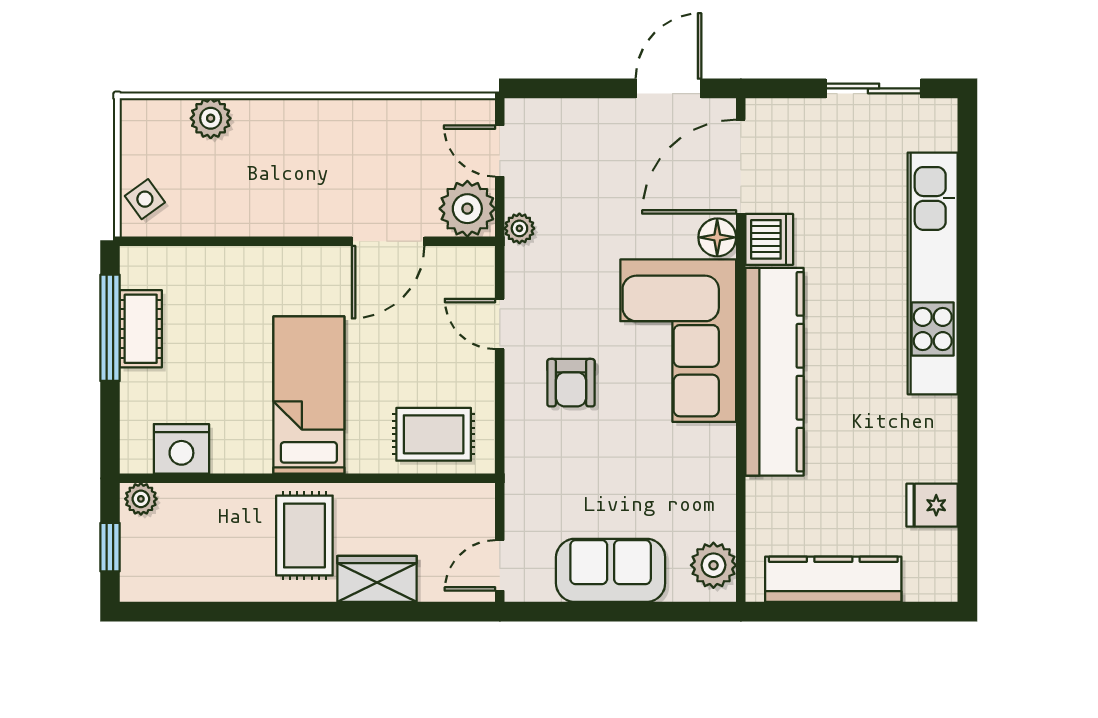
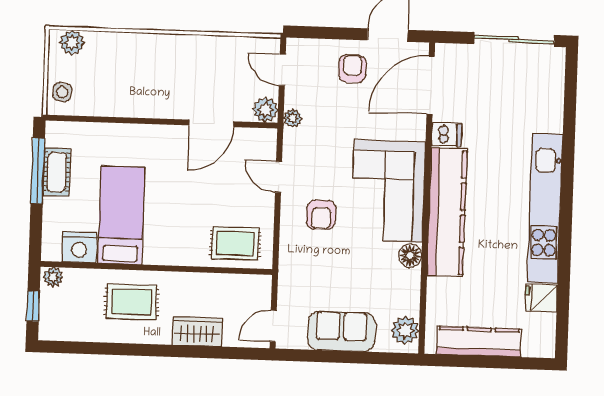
sliding door: (873, 88) -> (514, 40), width x1.37
plant: (211, 118) -> (72, 43), moved
armchair: (613, 145) -> (352, 69), added
side table: (145, 199) -> (62, 92), turned 45
plant: (467, 209) -> (265, 110), width x0.73, depth x0.73
floor lamp: (717, 237) -> (410, 256), moved
dishwasher: (769, 239) -> (446, 135), width x0.73
kitchen unit: (933, 273) -> (545, 208), moved
bed: (309, 395) -> (121, 215), moved
rug: (304, 536) -> (132, 302), moved, turned 90

